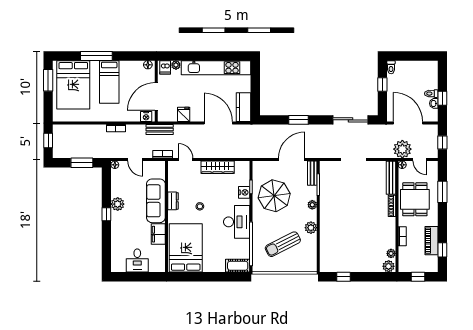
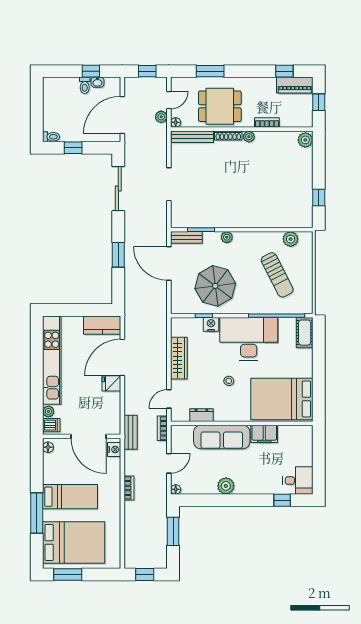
fridge: (184, 114) -> (111, 383), moved
plant: (402, 149) -> (161, 117), width x0.53, depth x0.53
dresser: (173, 201) -> (201, 415), moved
window: (106, 214) -> (282, 500), moved
desk: (237, 222) -> (249, 339), width x1.36, depth x1.30
plant: (311, 228) -> (291, 239), moved
piano: (431, 241) -> (295, 85), moved
plant: (391, 253) -> (249, 137), moved
desk: (137, 260) -> (298, 481), moved

